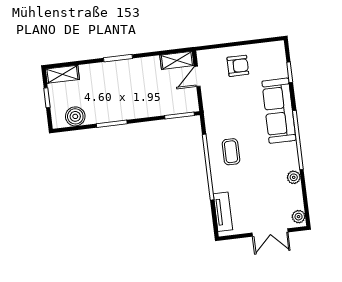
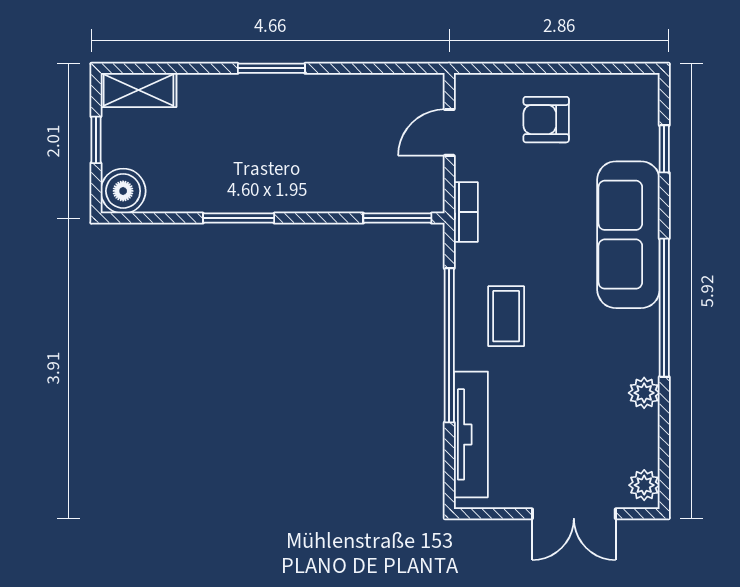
shelving: (177, 60) -> (407, 90), removed
armchair: (238, 66) -> (546, 120), turned 180
bookcase: (208, 109) -> (466, 212), added
boiler: (75, 116) -> (123, 191), moved
tv unit: (223, 212) -> (471, 434), width x1.41

